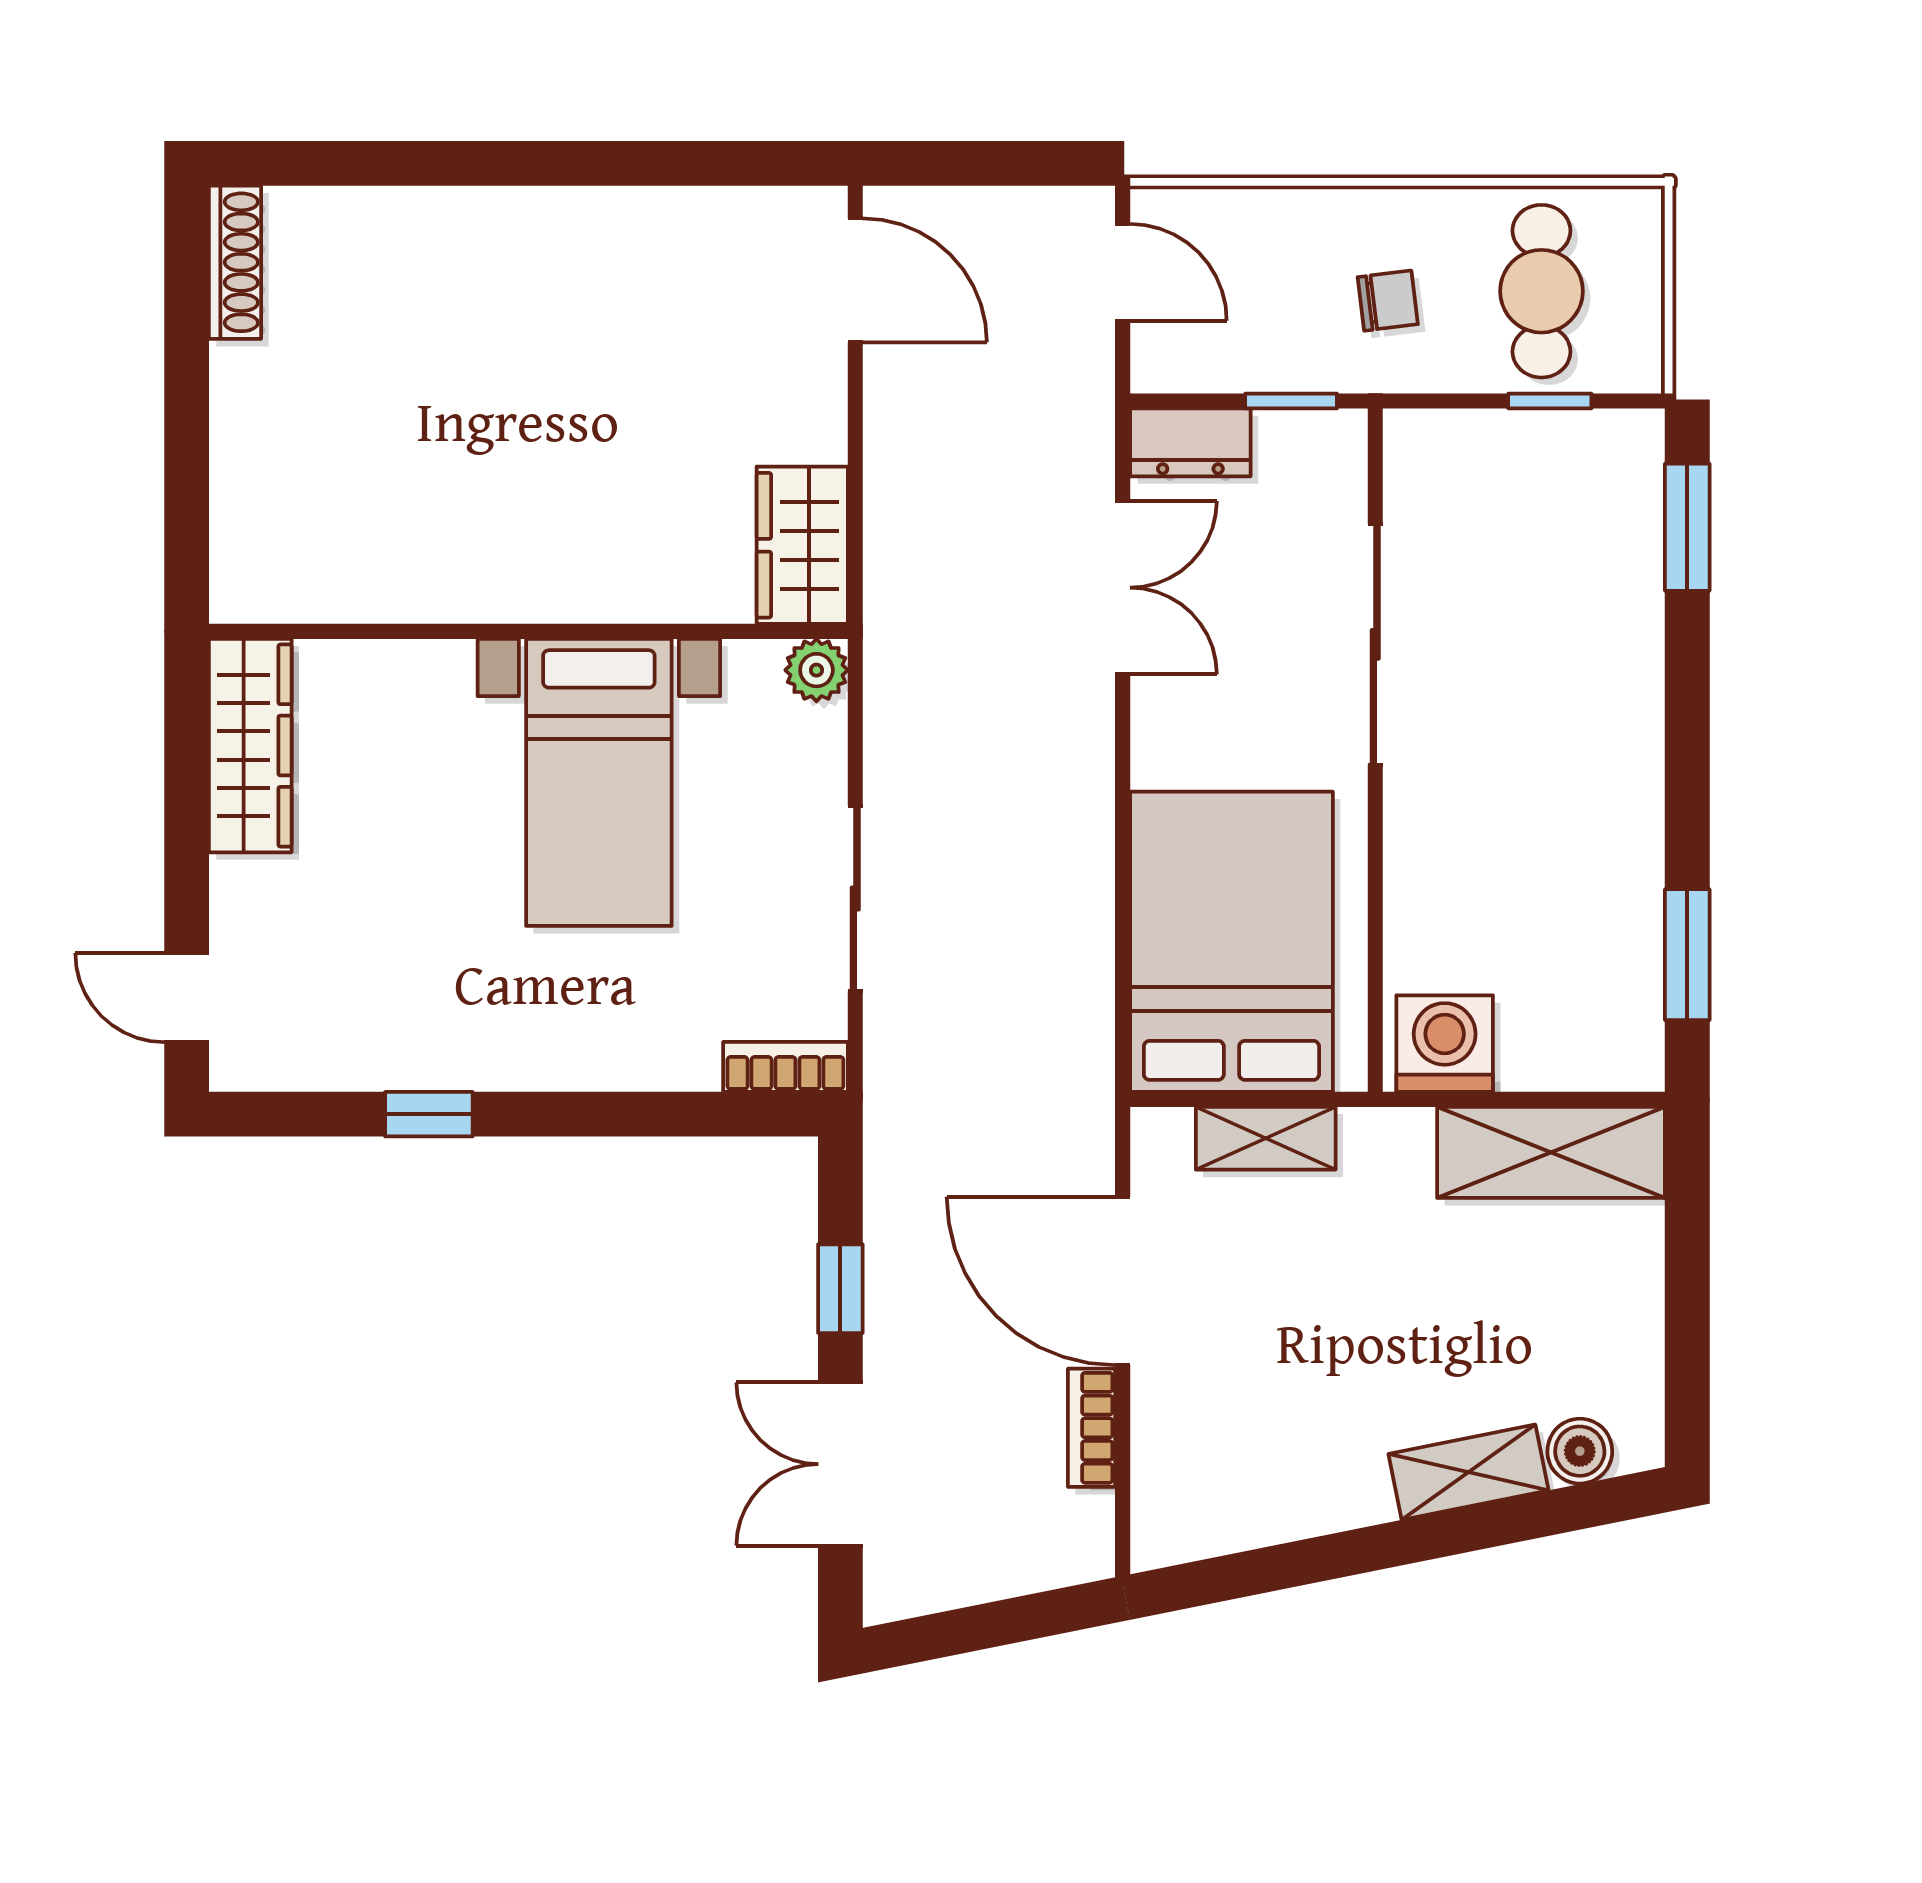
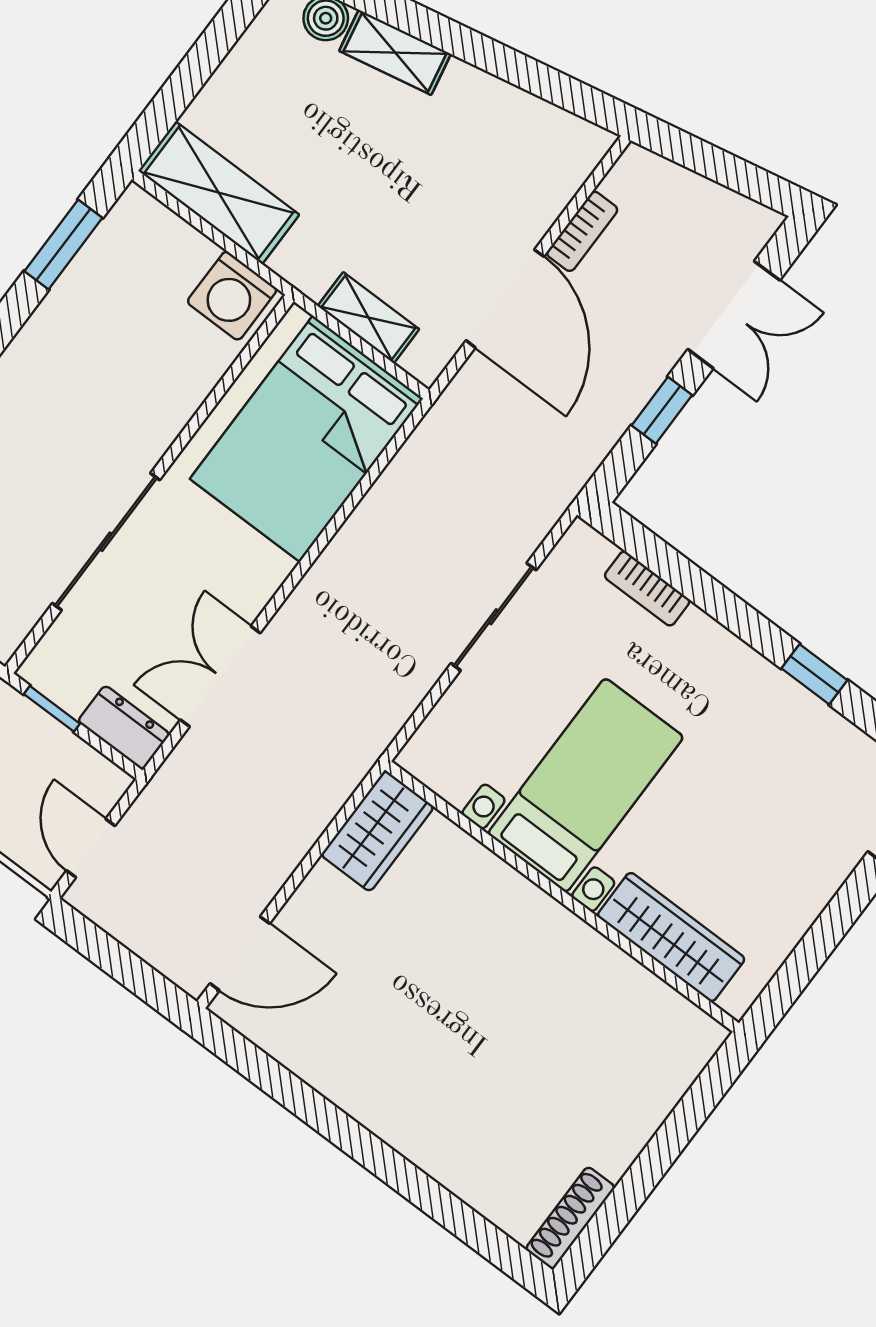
door: (855, 280) -> (240, 954), swing flipped
plant: (816, 670) -> (421, 757), removed
wardrobe: (250, 746) -> (671, 937), moved, turned 90
bookcase: (785, 1067) -> (647, 589), moved

